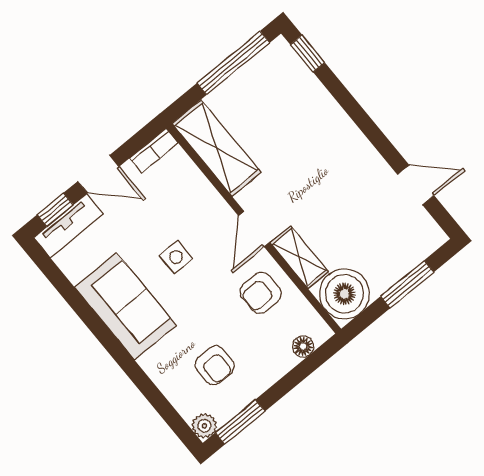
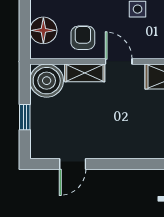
window: (407, 284) -> (25, 117), width x0.67
floor lamp: (303, 346) -> (43, 30), width x1.89, depth x1.89

